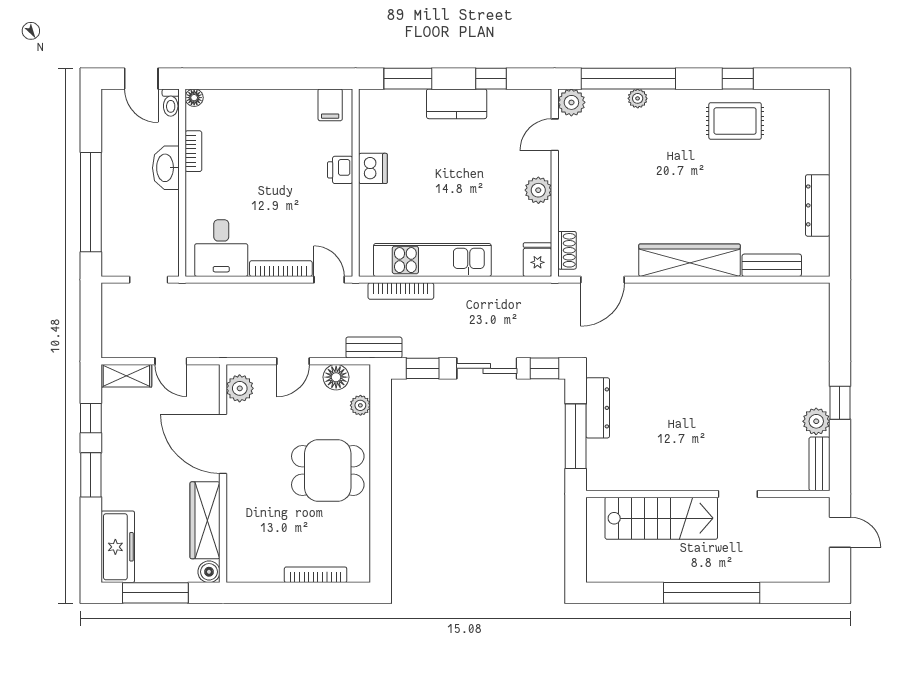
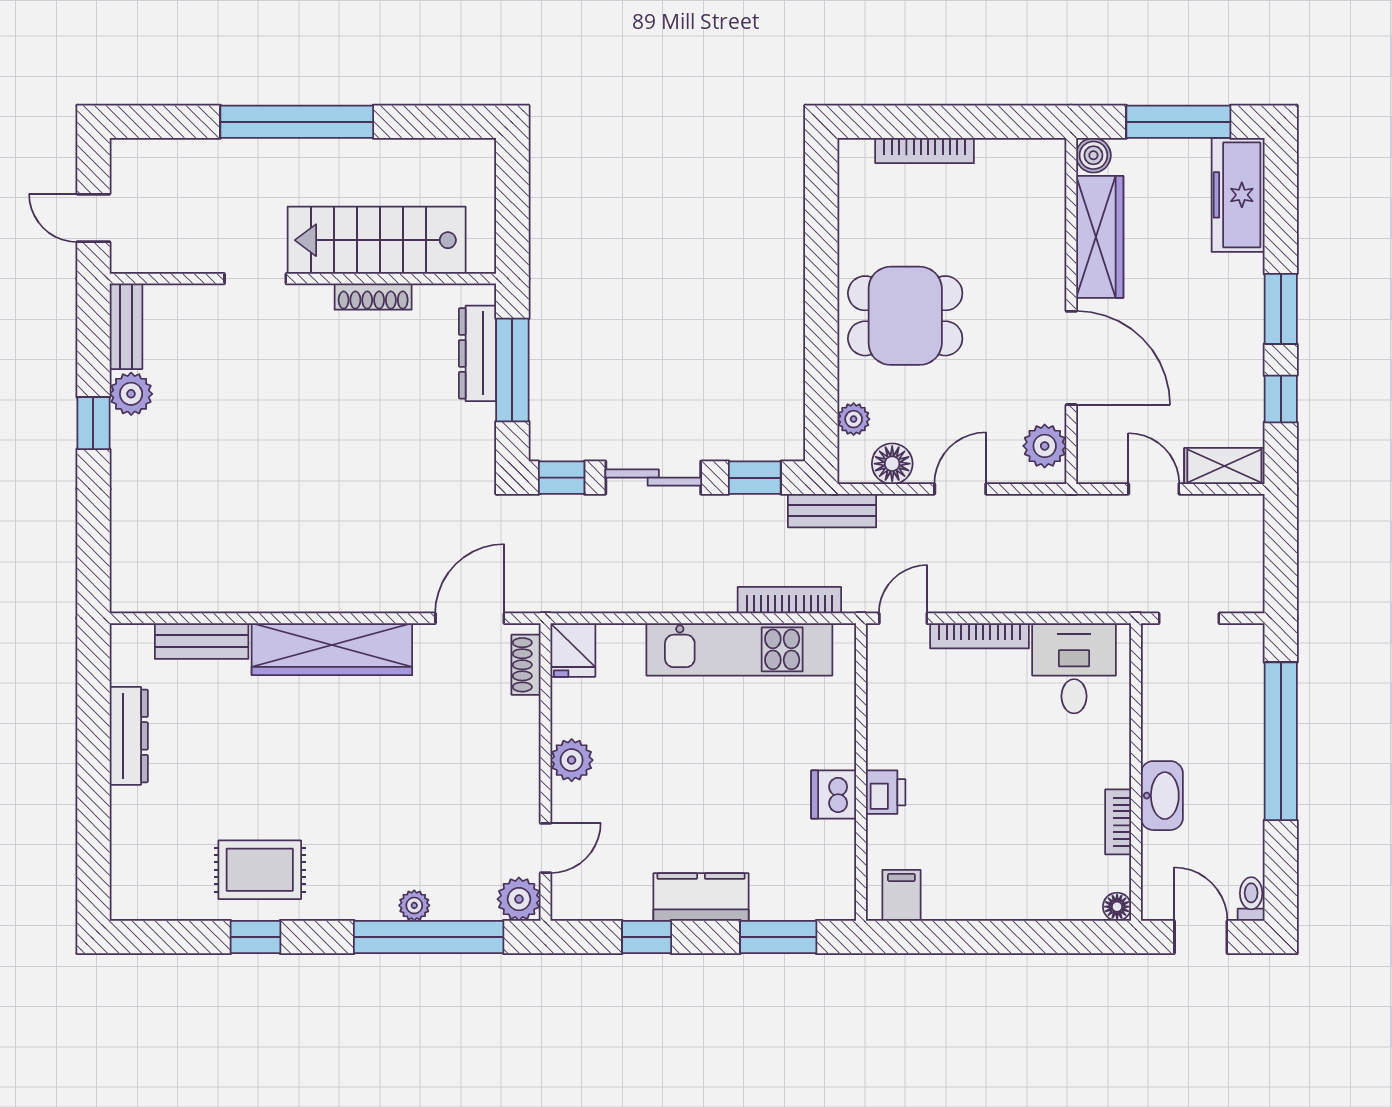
toilet: (171, 103) -> (1251, 899), moved
door: (329, 280) -> (903, 618), swing flipped
dresser: (598, 408) -> (477, 353), moved
shoe rack: (663, 483) -> (373, 297), added

